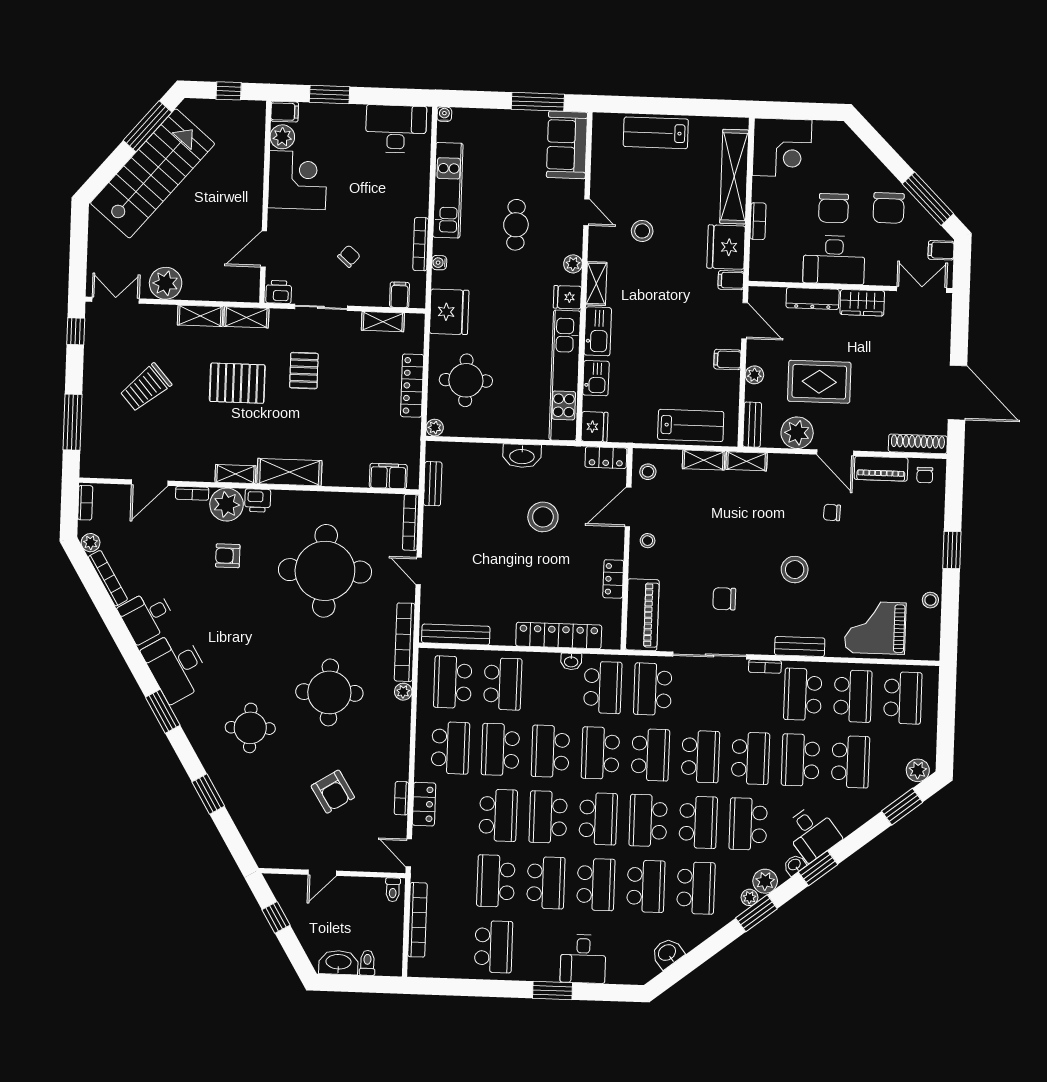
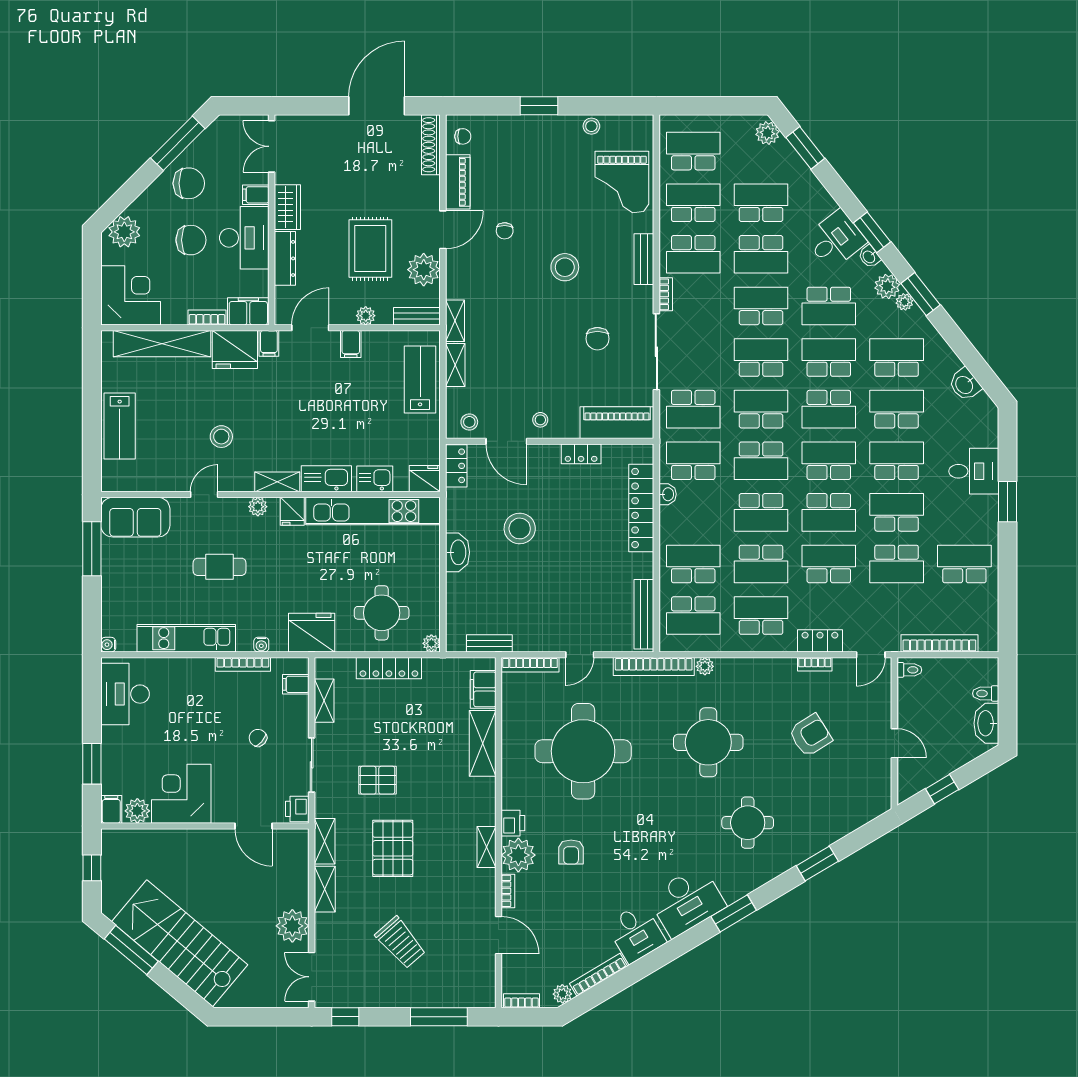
plant: (844, 144) -> (124, 232), added
filing cabinet: (941, 250) -> (256, 195), moved, turned 90
filing cabinet: (763, 261) -> (248, 311), added
shelving: (289, 472) -> (483, 743), moved

